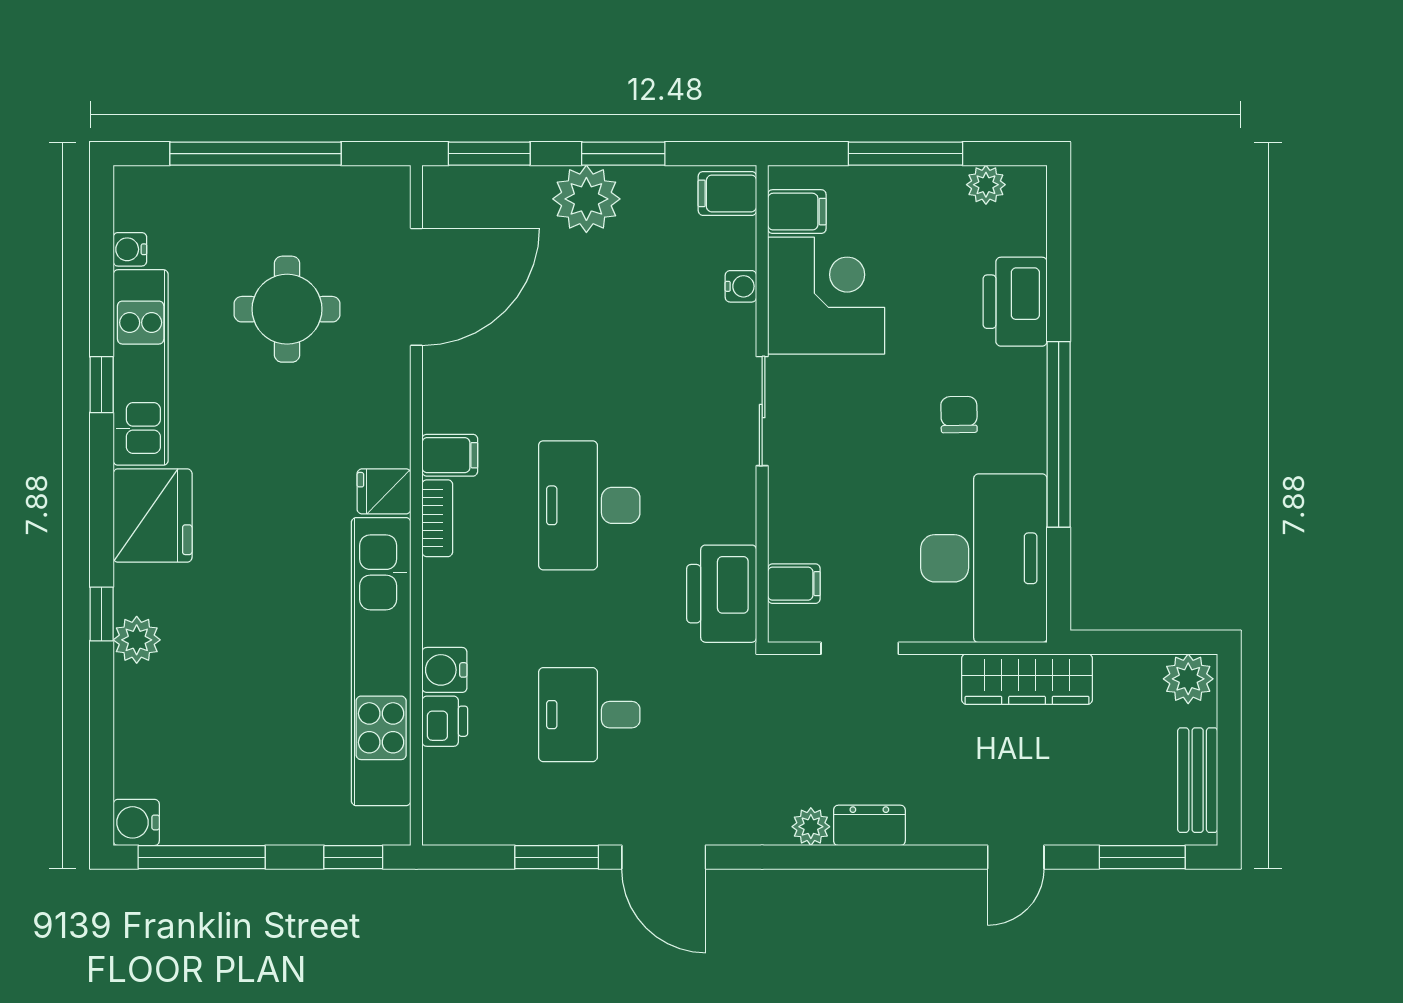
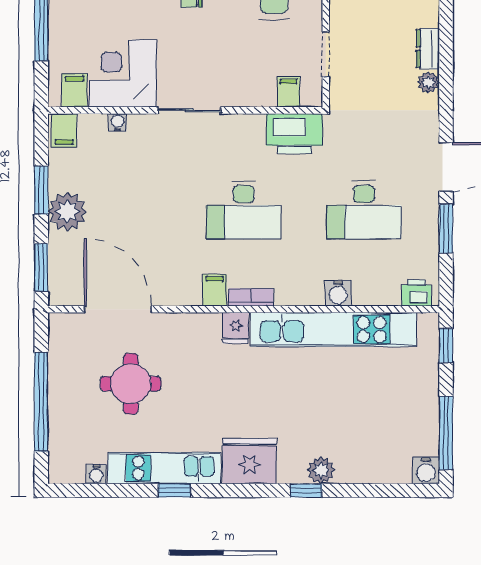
desk: (589, 715) -> (364, 210), width x1.37
printer: (445, 721) -> (416, 293), moved

